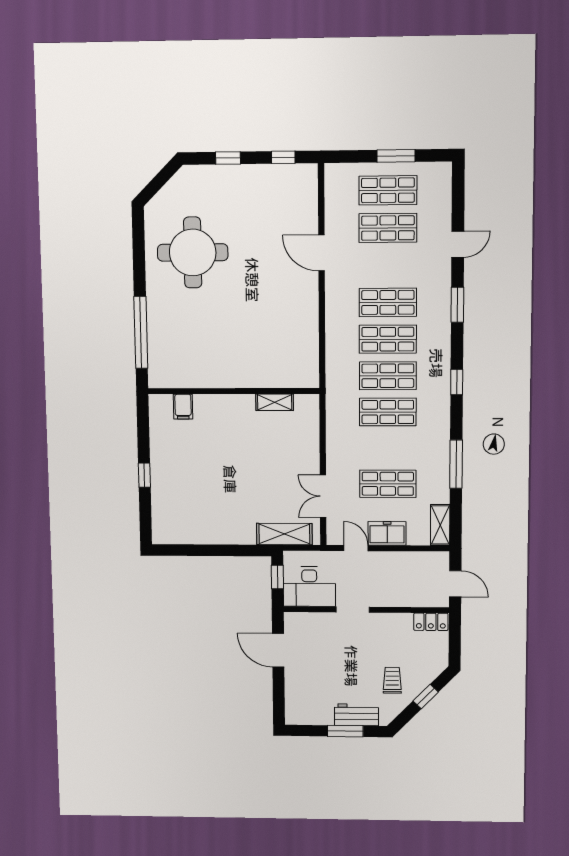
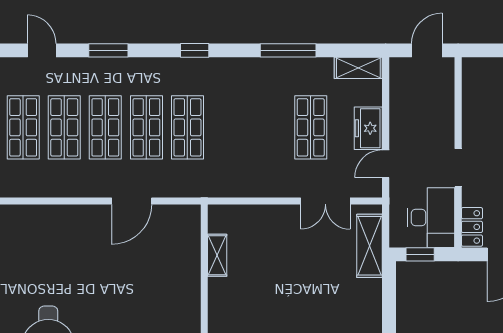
door: (322, 253) -> (132, 201), moved
shop shelf: (388, 412) -> (64, 127), moved
locker: (431, 622) -> (472, 227), moved

